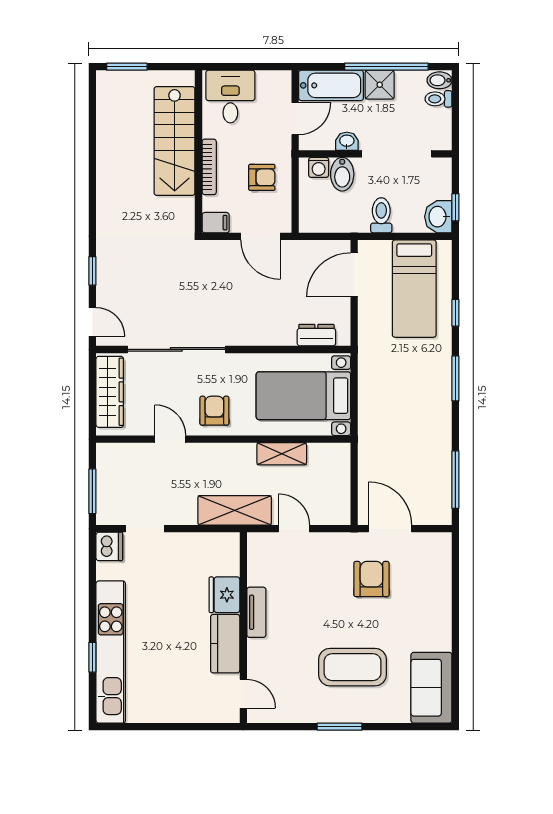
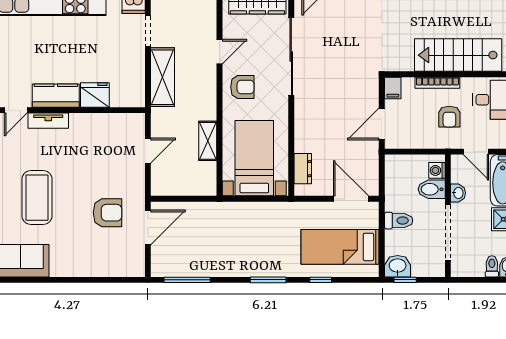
armchair: (262, 177) -> (449, 117), moved
shelving: (235, 510) -> (163, 77), moved
tv unit: (256, 612) -> (48, 121), moved

